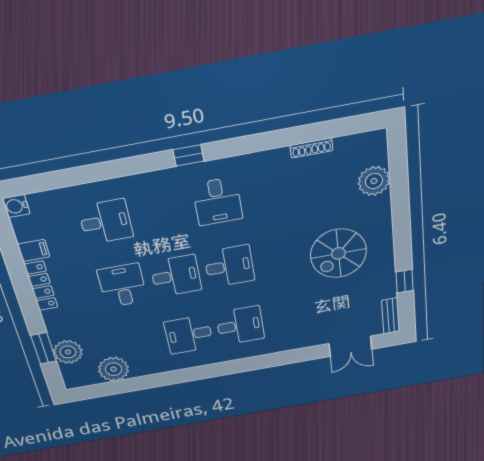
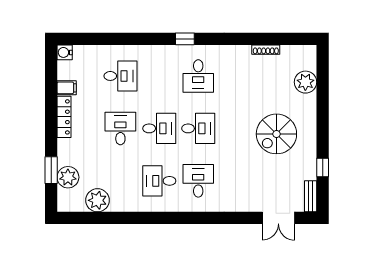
desk: (240, 326) -> (198, 181), turned -90

